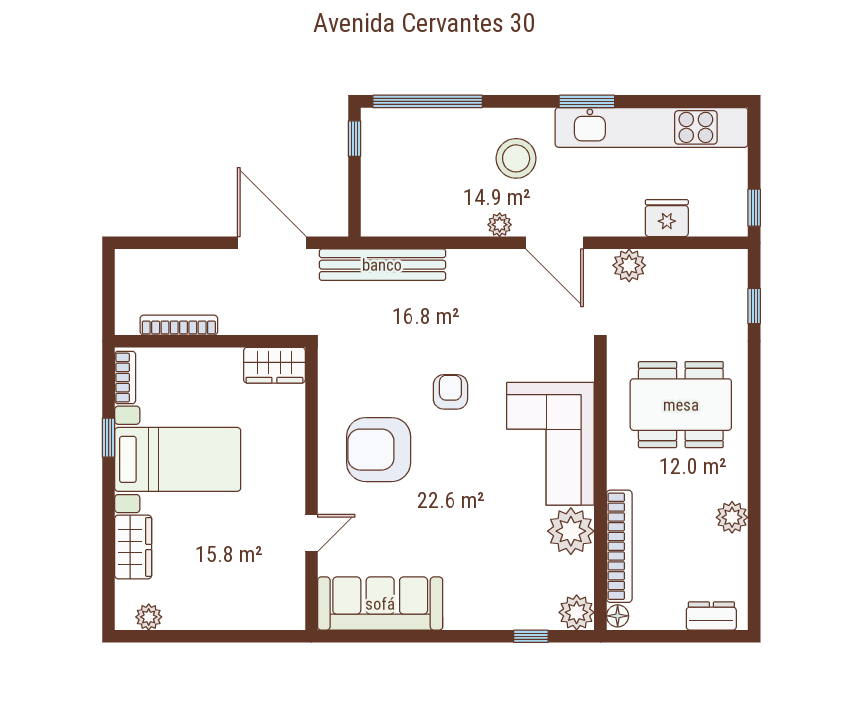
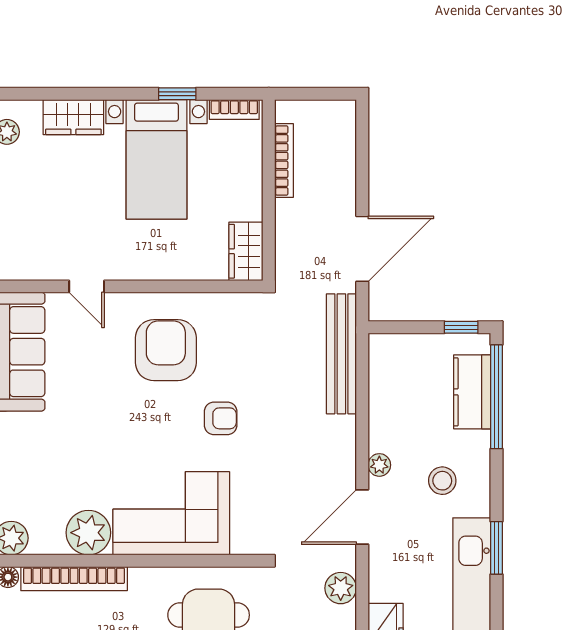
kitchen counter: (423, 127) -> (472, 392), added
stool: (516, 158) -> (442, 481), width x0.73, depth x0.73

